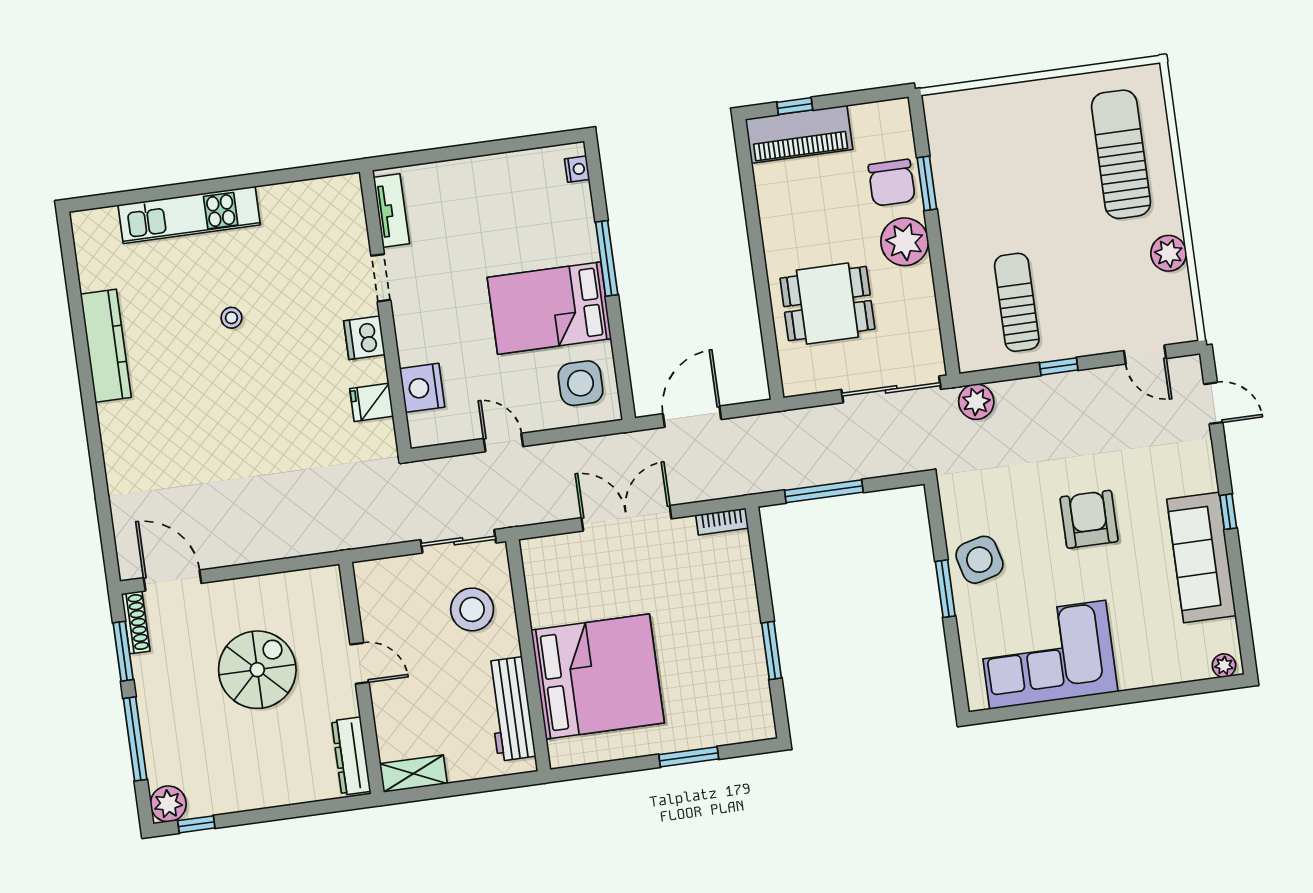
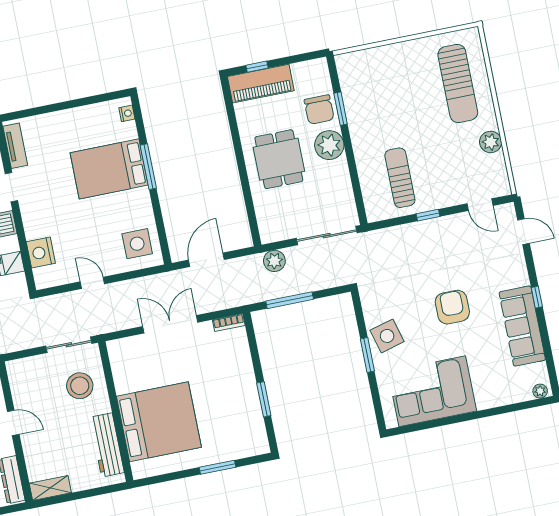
sun lounger: (1121, 154) -> (458, 83), turned 180
dining table: (827, 304) -> (279, 159), moved, turned 90
bed: (549, 308) -> (109, 169), moved
plant: (976, 402) -> (274, 261), moved

